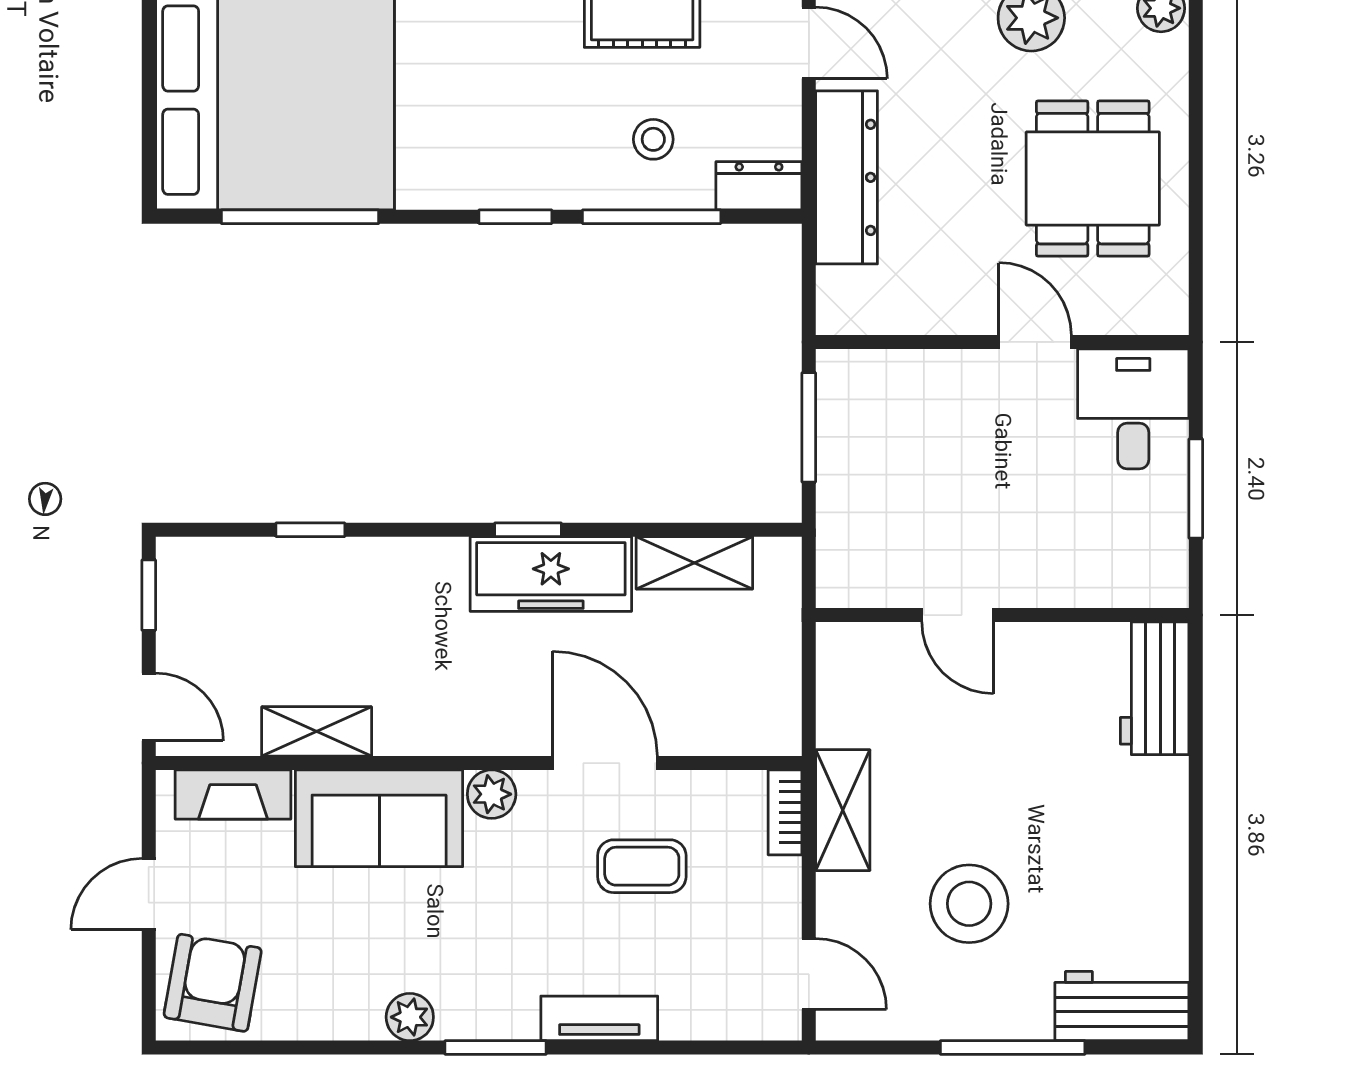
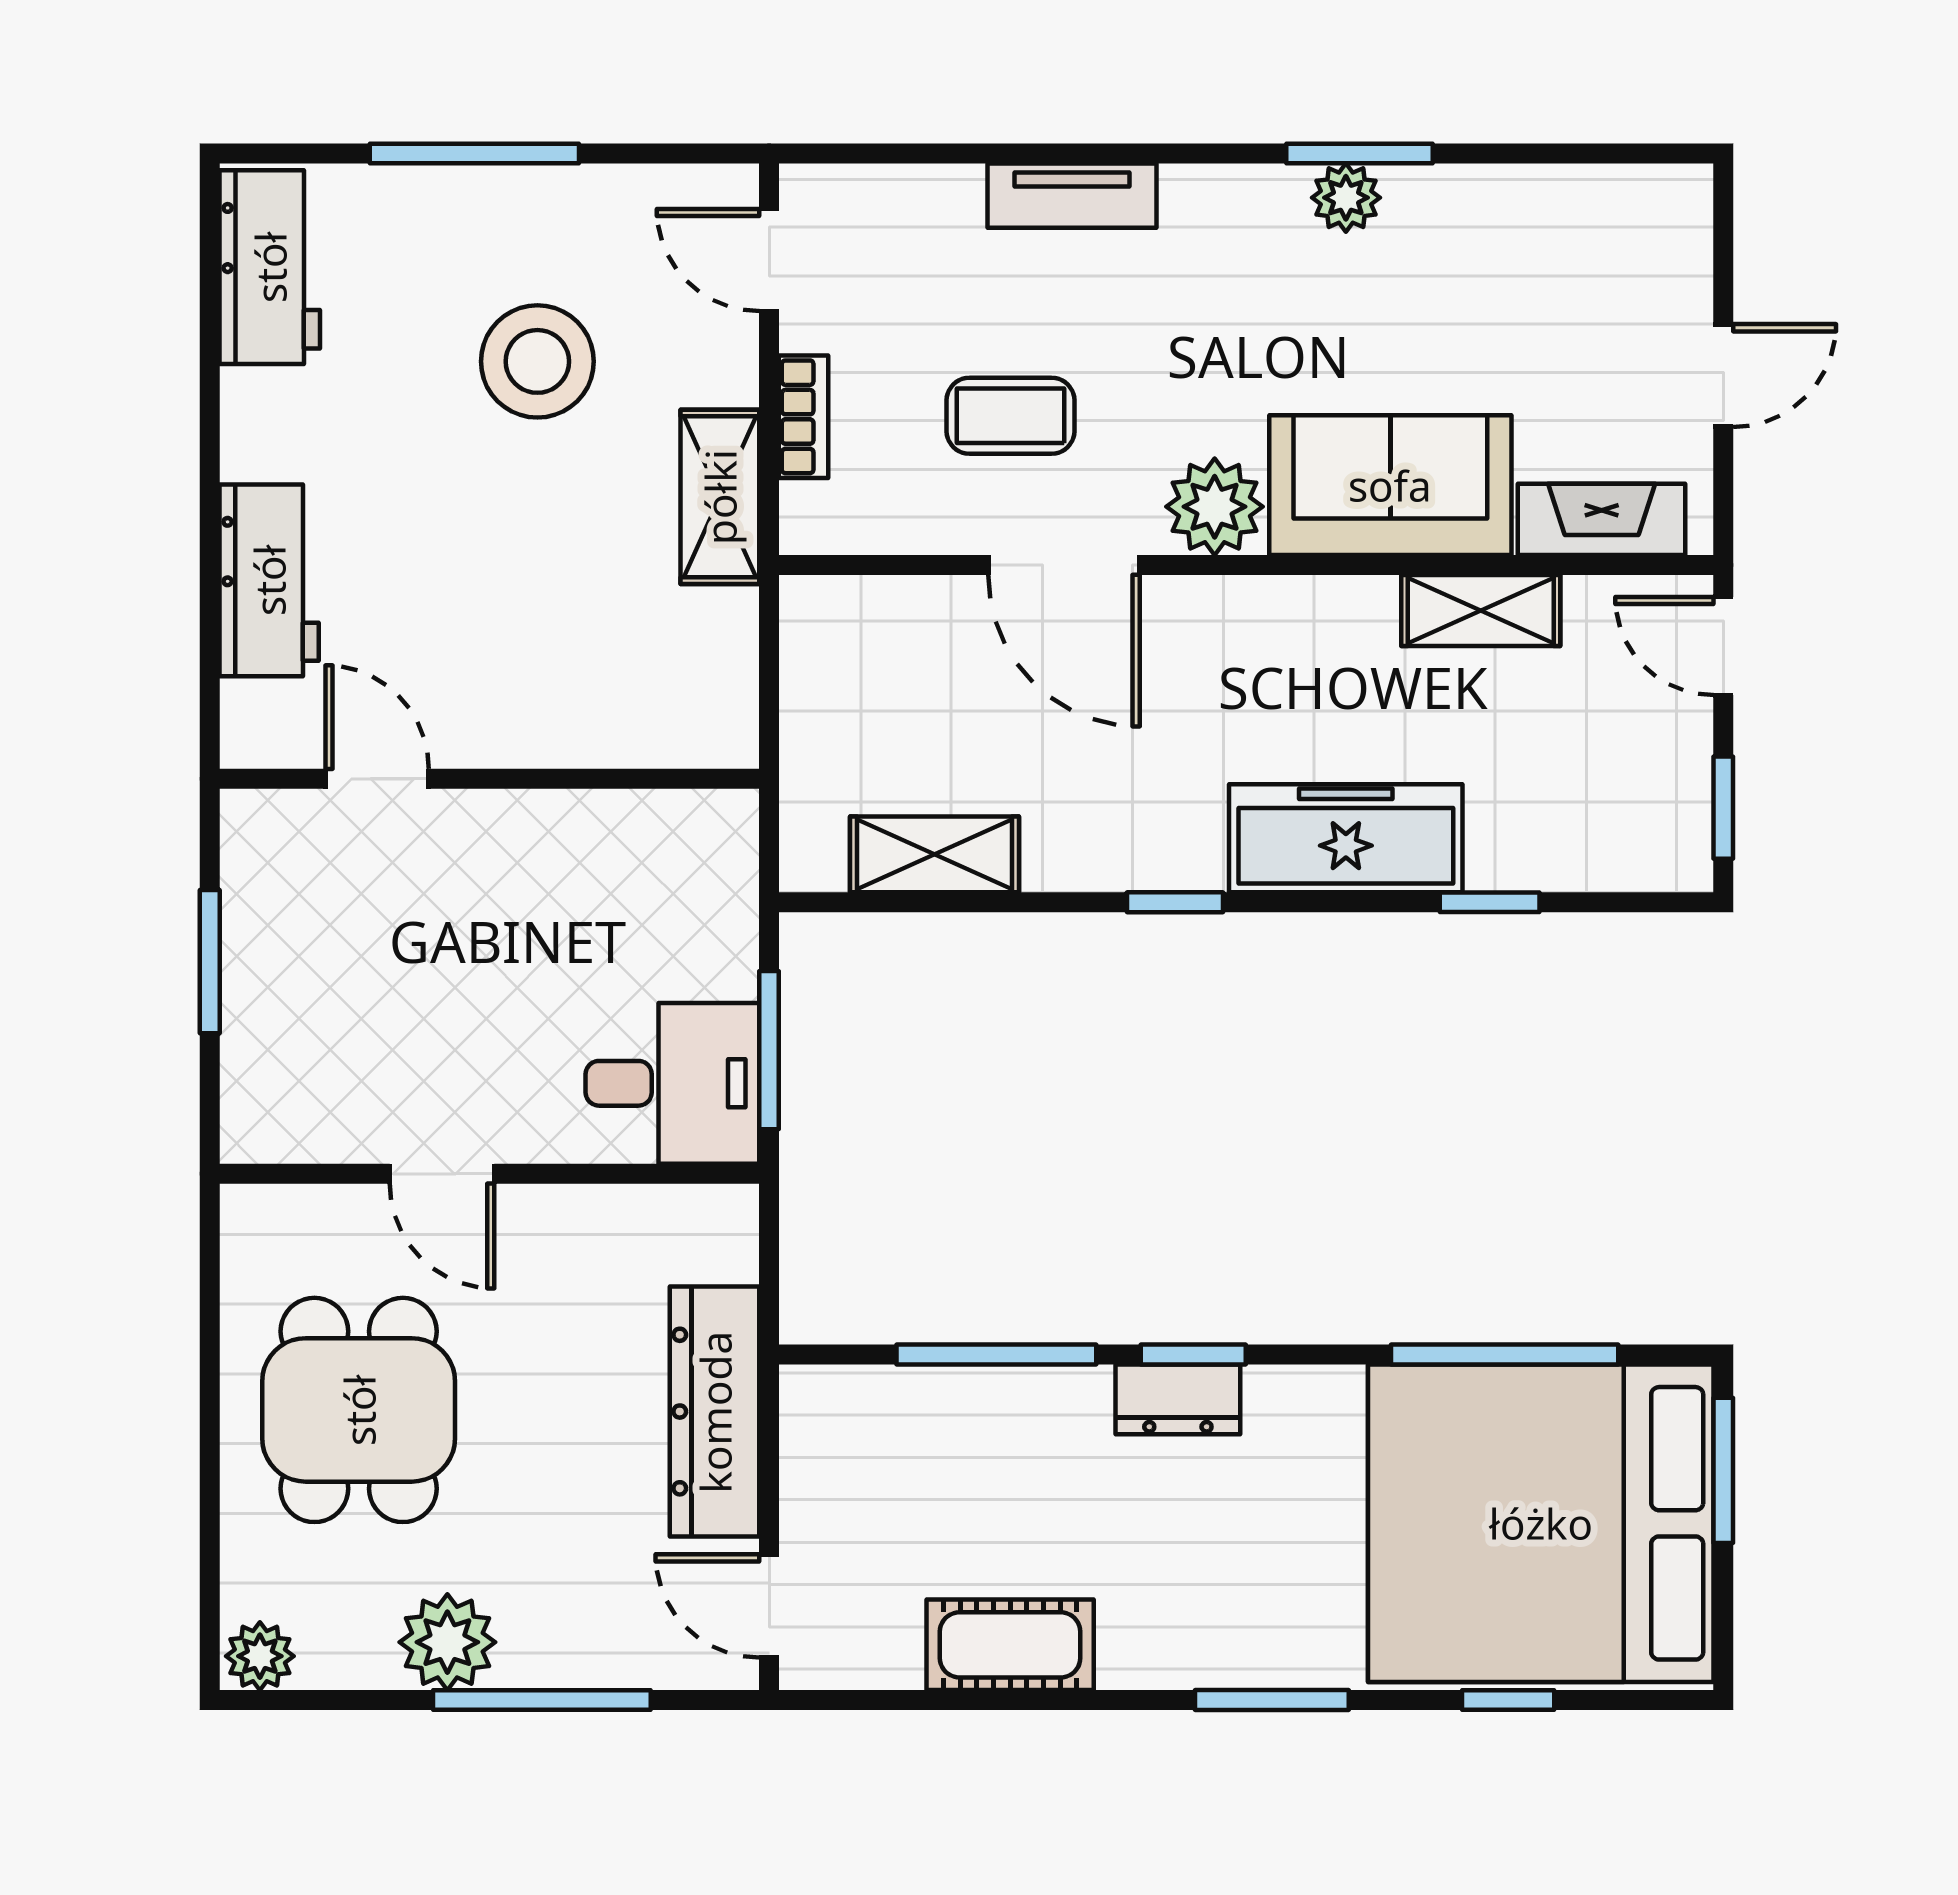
window: (149, 137) -> (1723, 1470), added
stool: (653, 139) -> (994, 1467), removed
dresser: (759, 186) -> (1178, 1399), moved
desk: (1133, 409) -> (672, 1083), moved, turned -90
freezer: (551, 574) -> (1346, 838), moved
door: (958, 615) -> (377, 779), moved
workbench: (1155, 688) -> (269, 580), moved
plant: (492, 794) -> (1215, 507), width x1.38, depth x1.38
bookcase: (785, 812) -> (804, 417), moved
armchair: (213, 983) -> (1631, 247), removed
workbench: (1122, 1006) -> (270, 267), moved, turned -90
window: (496, 1048) -> (1359, 154), moved

